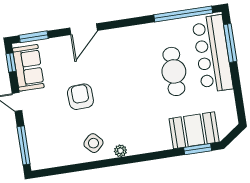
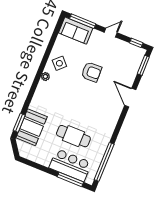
bar counter: (212, 54) -> (70, 165), width x0.73
sofa: (28, 68) -> (76, 31), moved

